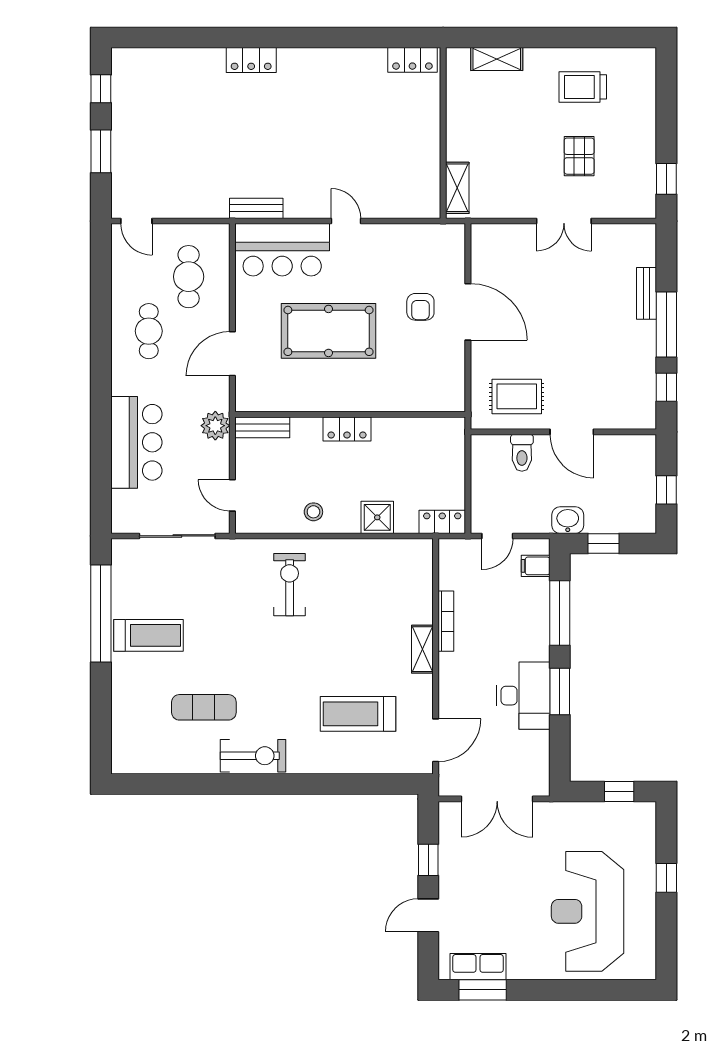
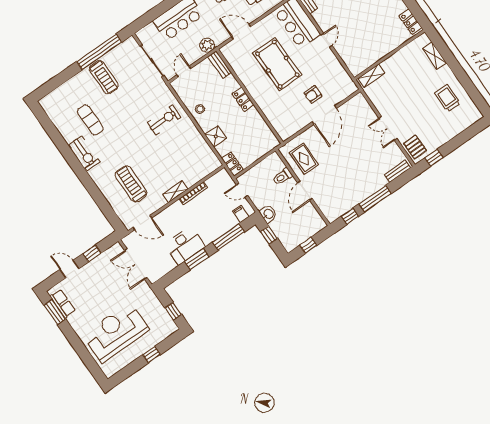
pallet: (579, 156) -> (415, 147), moved, turned 90
bench: (647, 293) -> (397, 171), moved

